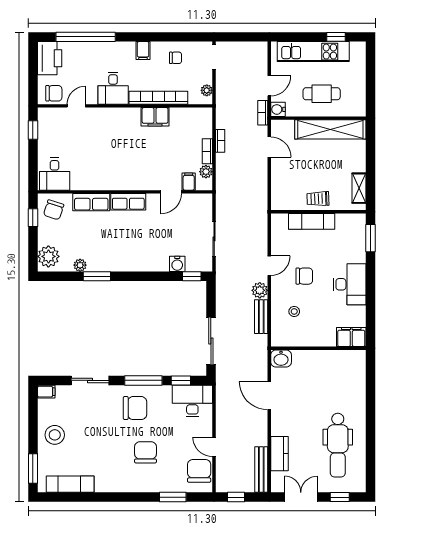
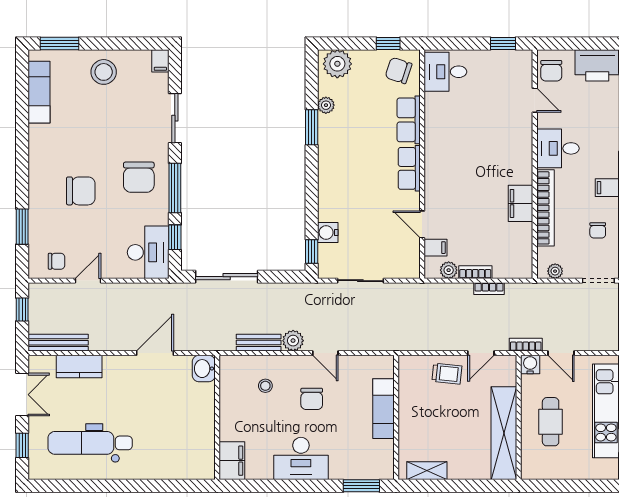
trolley: (318, 199) -> (447, 374), moved, turned 98
chair: (199, 471) -> (56, 261), width x0.54, depth x0.54

